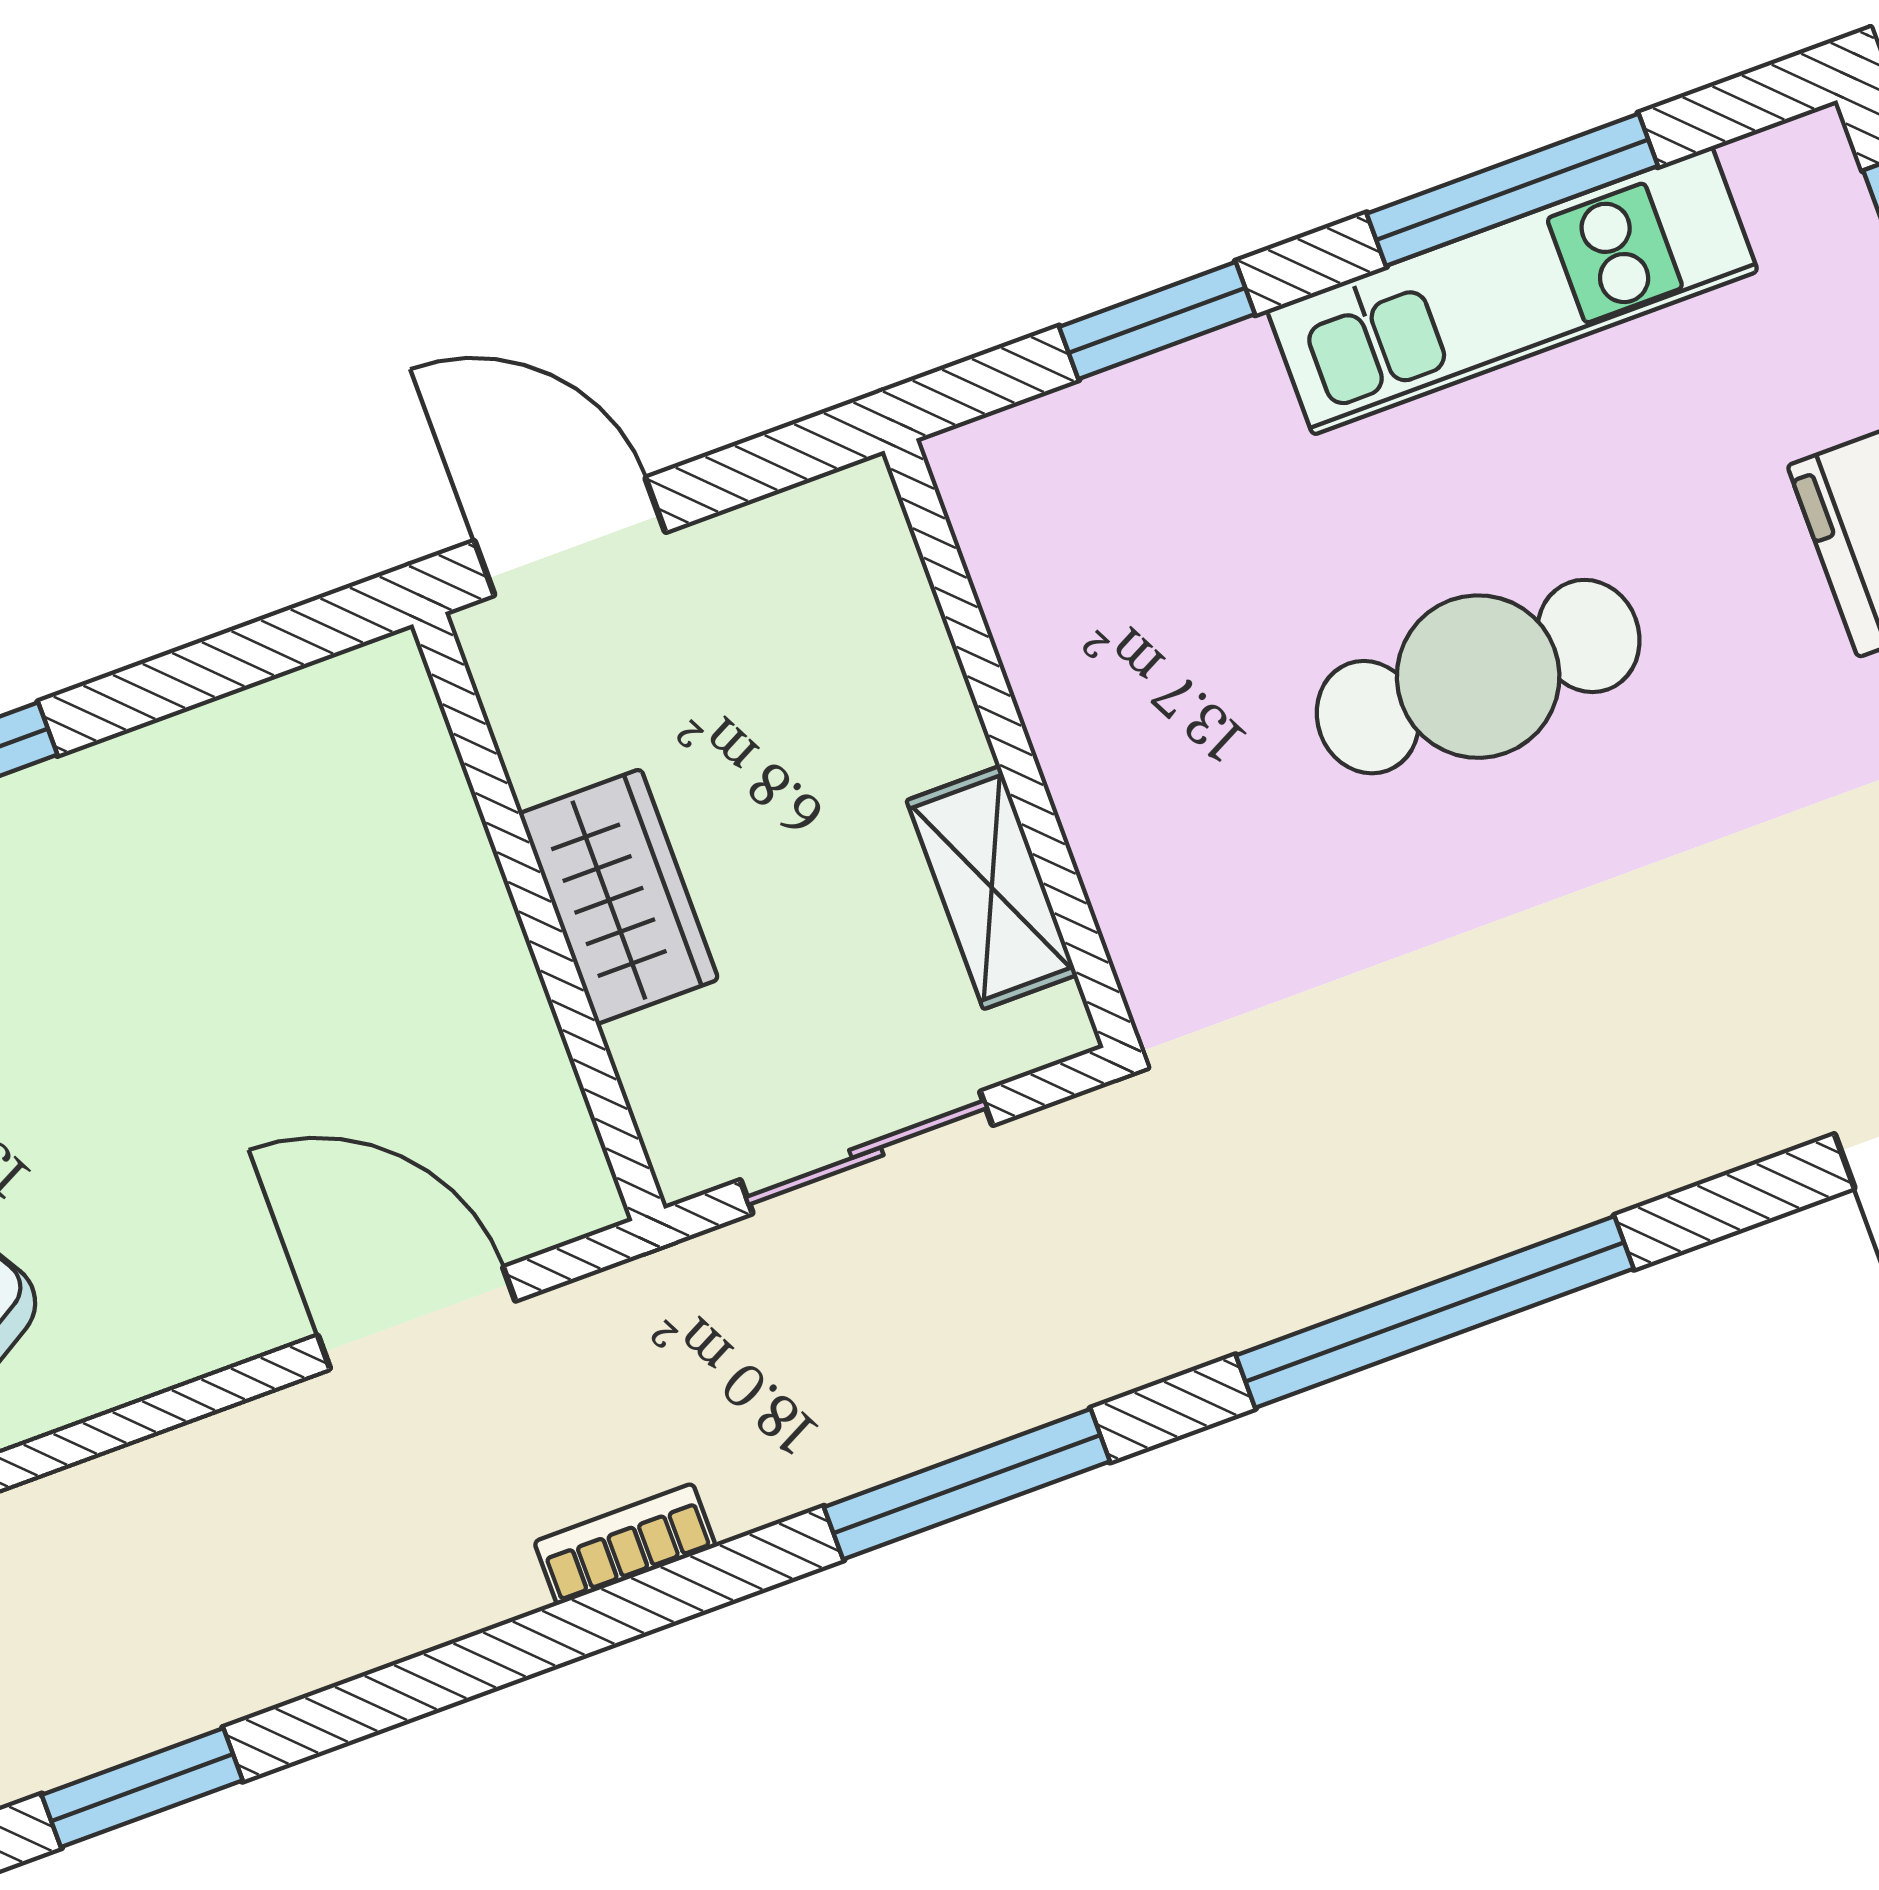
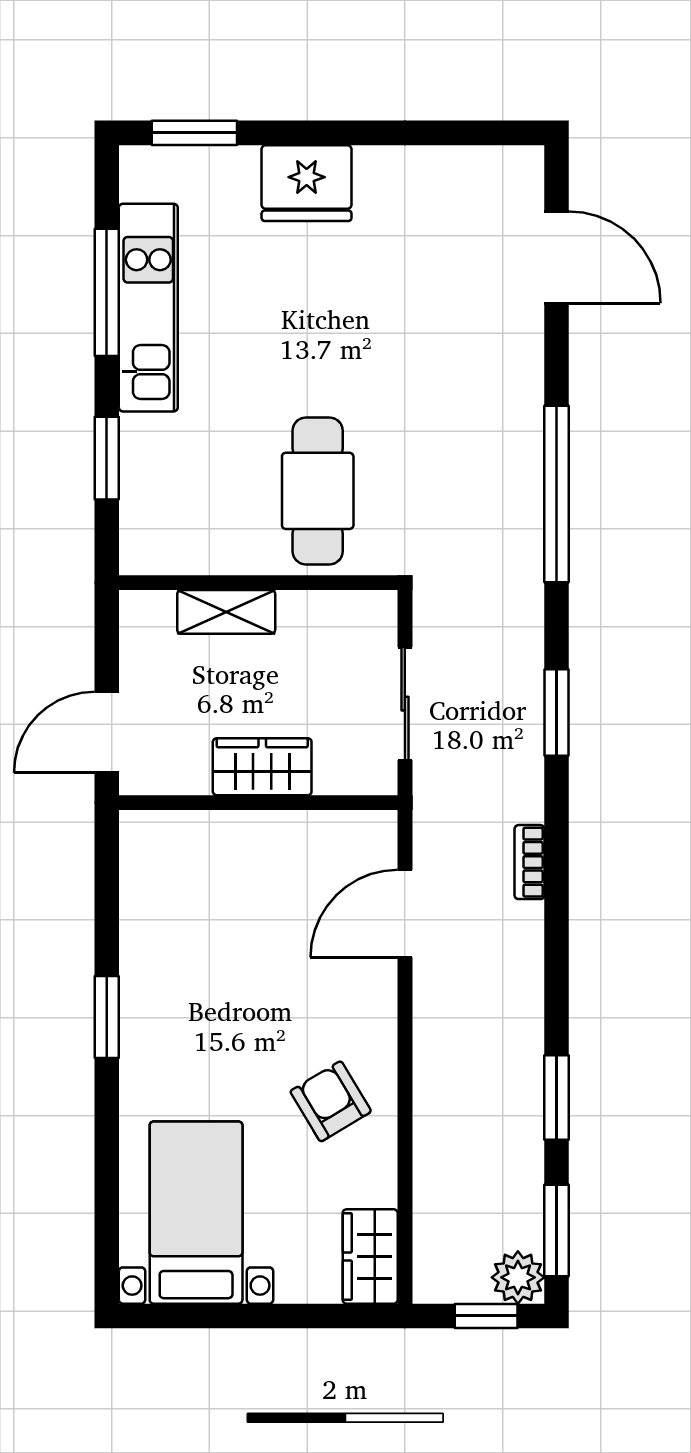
cafe table: (1478, 677) -> (318, 491), moved
shelving: (992, 888) -> (226, 612), moved
window: (967, 1484) -> (557, 712), width x0.69

